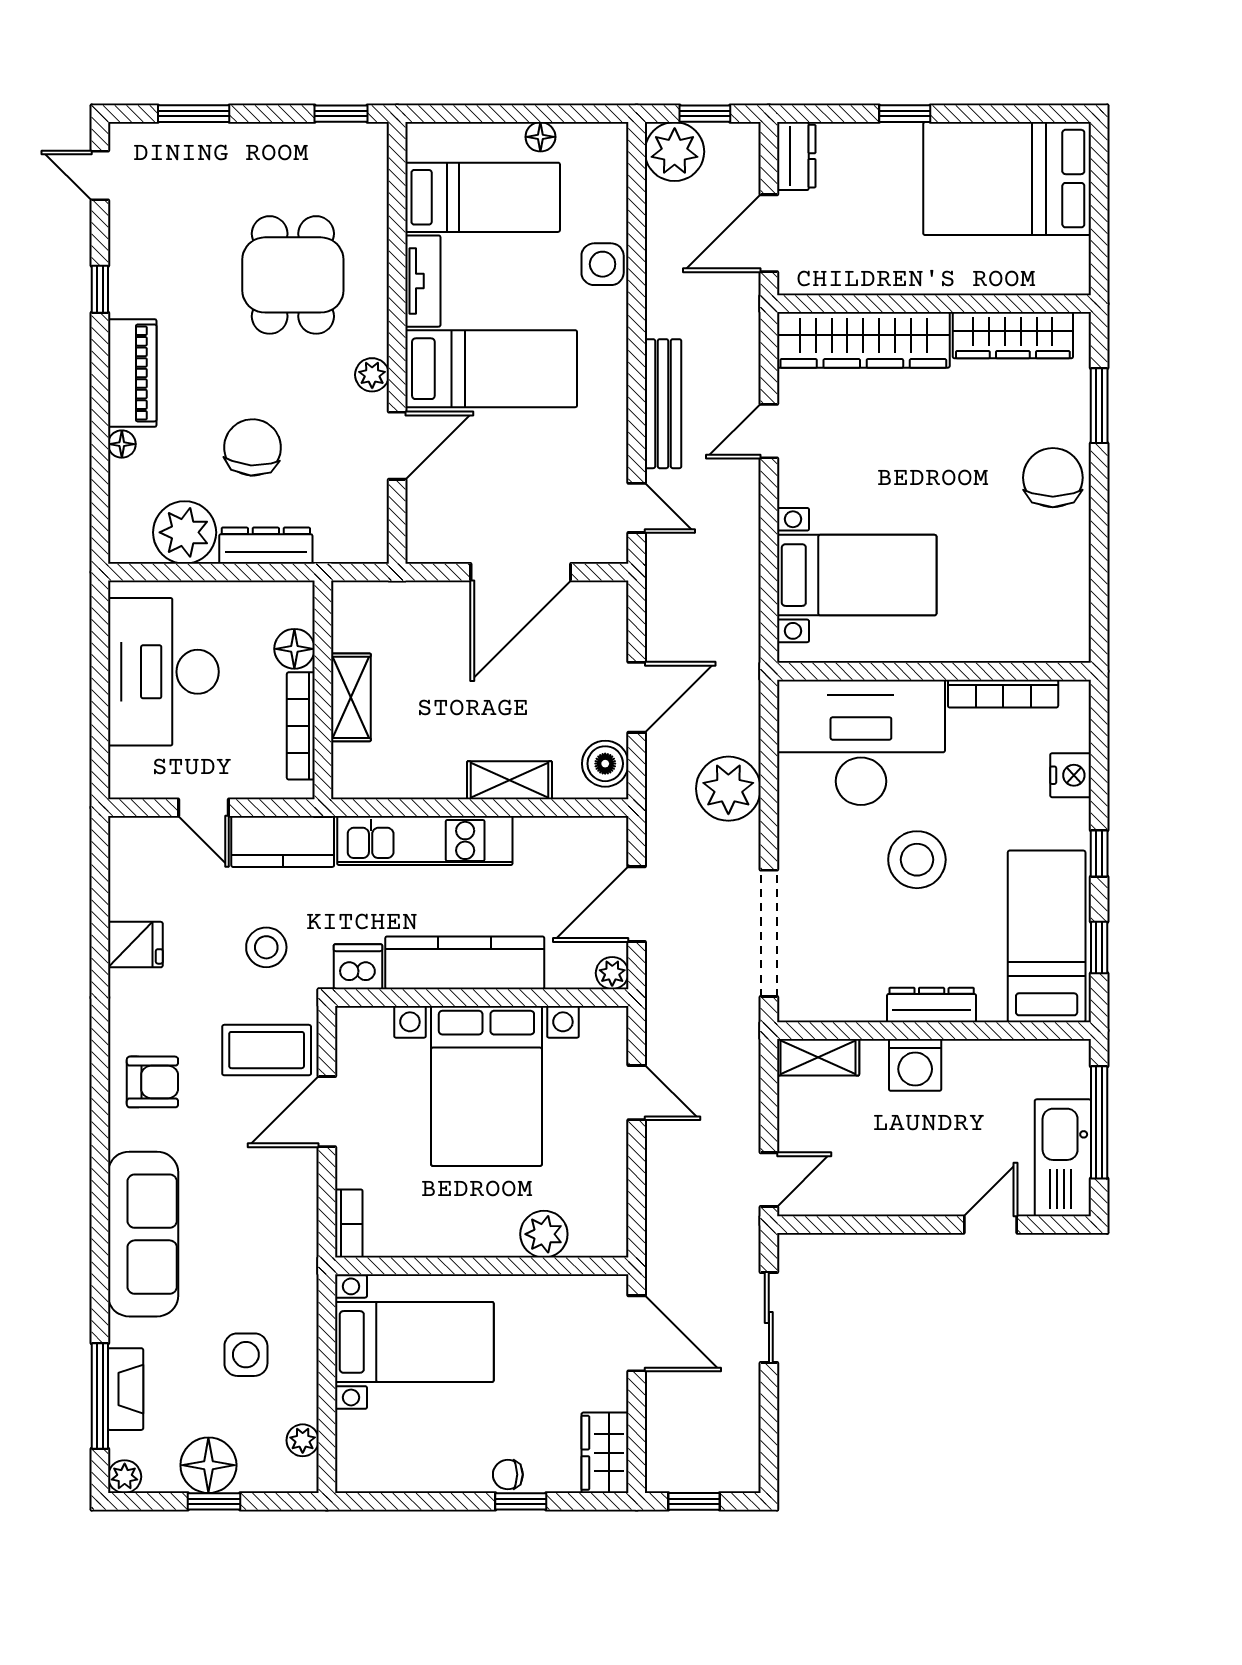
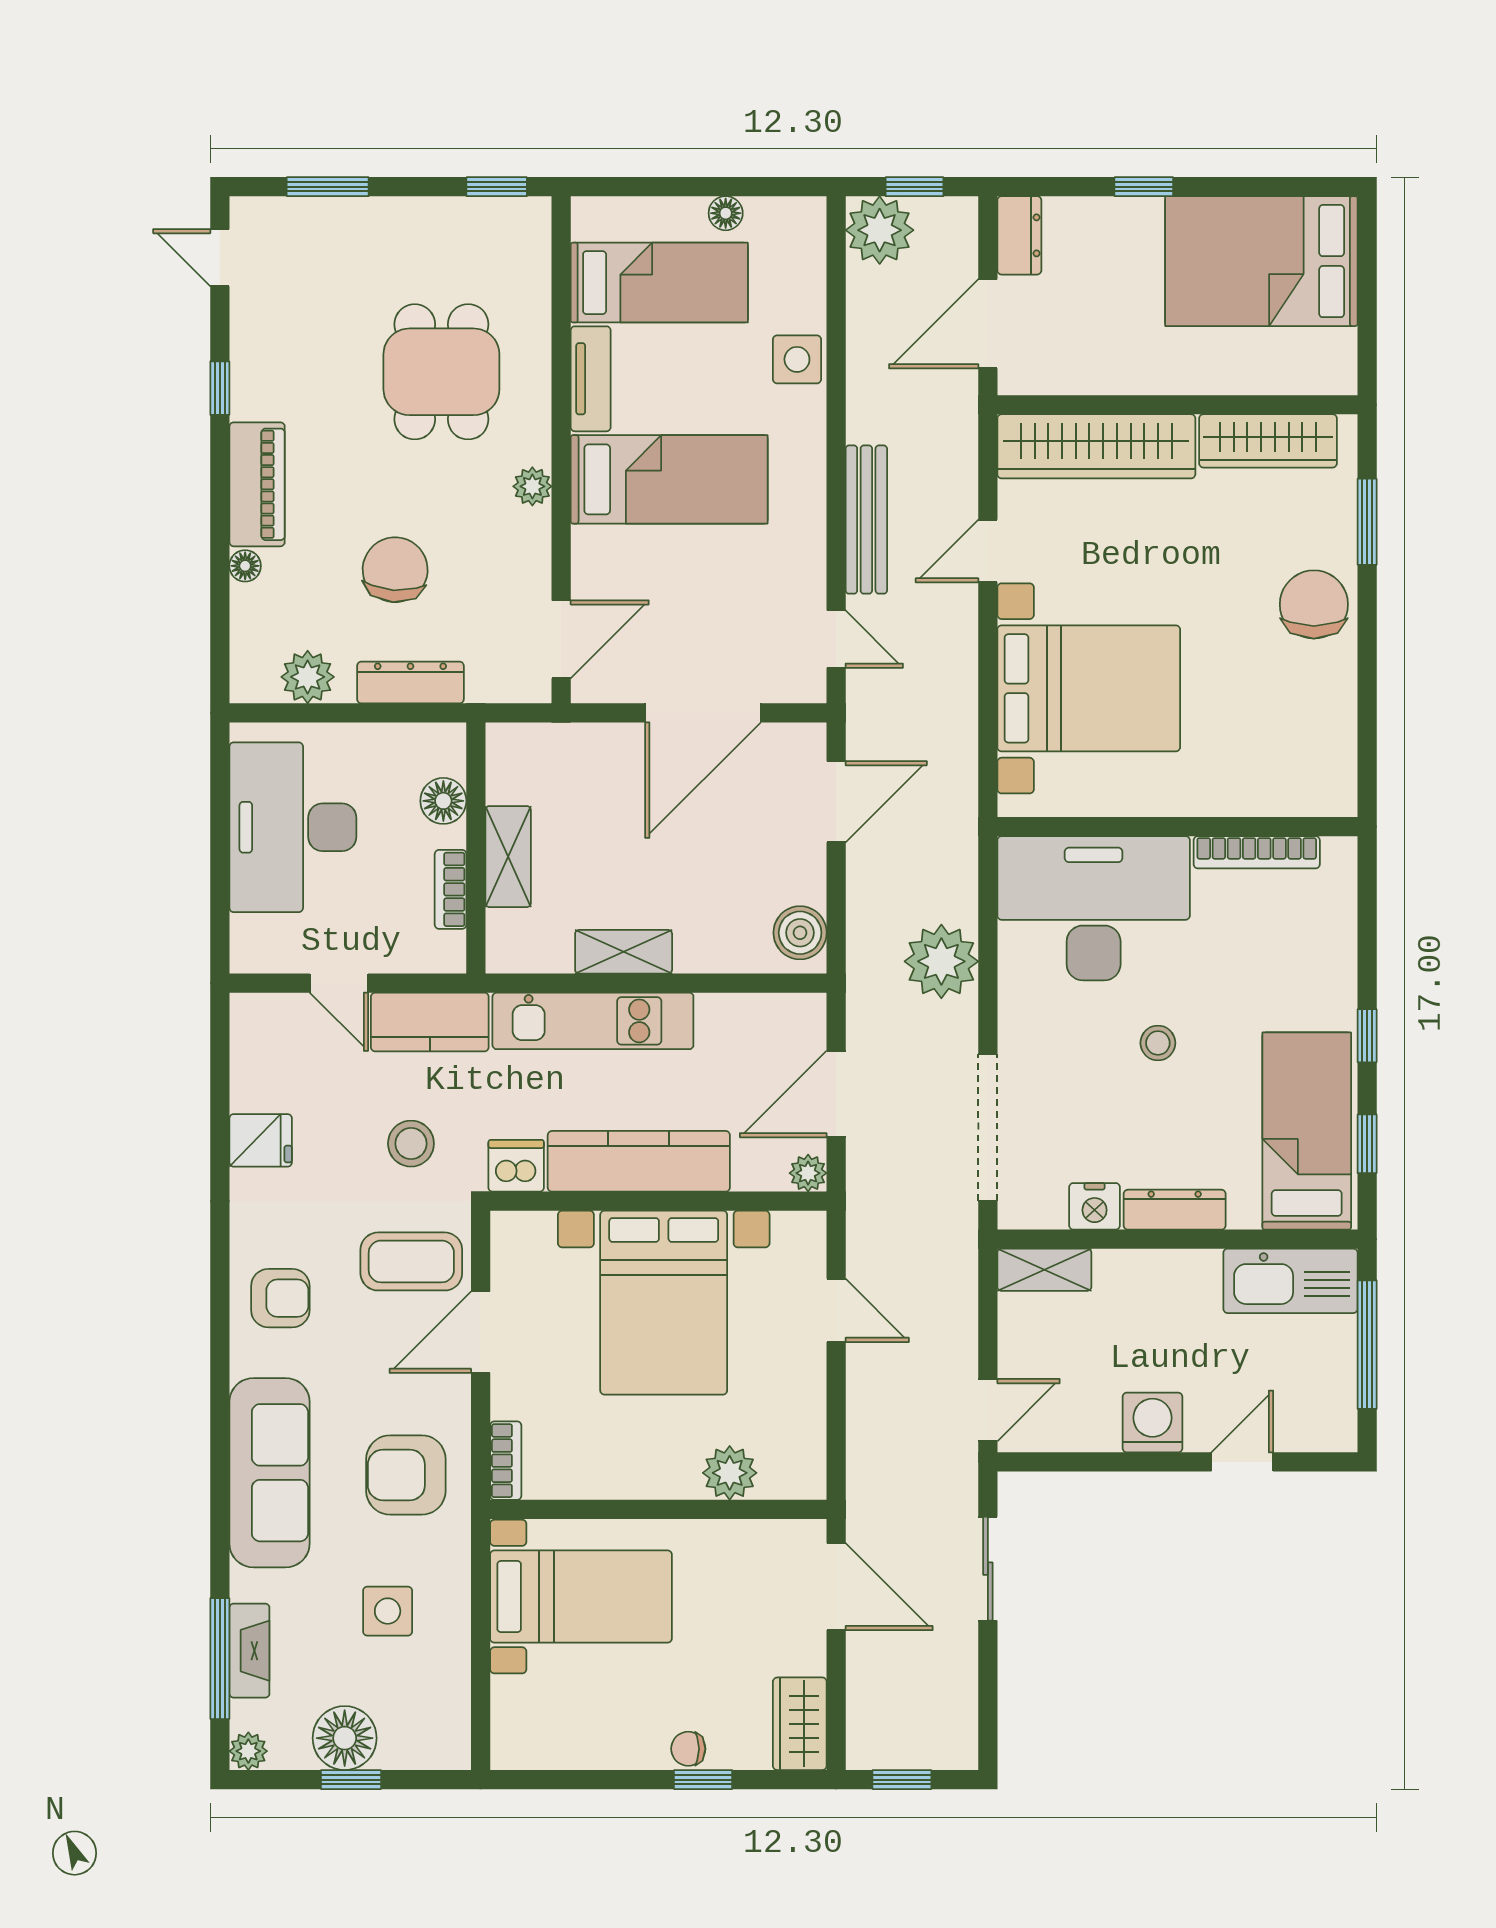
door: (397, 446) -> (561, 639), moved
plant: (185, 532) -> (308, 677), width x0.73, depth x0.73
bed with nightstands: (857, 575) -> (1089, 688), width x1.36
door: (637, 697) -> (836, 802), moved
bookcase: (301, 726) -> (451, 889), width x0.64
nightstand: (1071, 775) -> (1095, 1206), moved, turned 90
shelving: (510, 780) -> (624, 952), moved
stool: (917, 860) -> (1158, 1043), width x0.53, depth x0.53
washing machine: (915, 1065) -> (1152, 1423), moved, turned 180
kitchen sink: (1063, 1158) -> (1290, 1281), moved, turned -90
armchair: (262, 1236) -> (406, 1475), added
plant: (303, 1440) -> (453, 1709), removed

